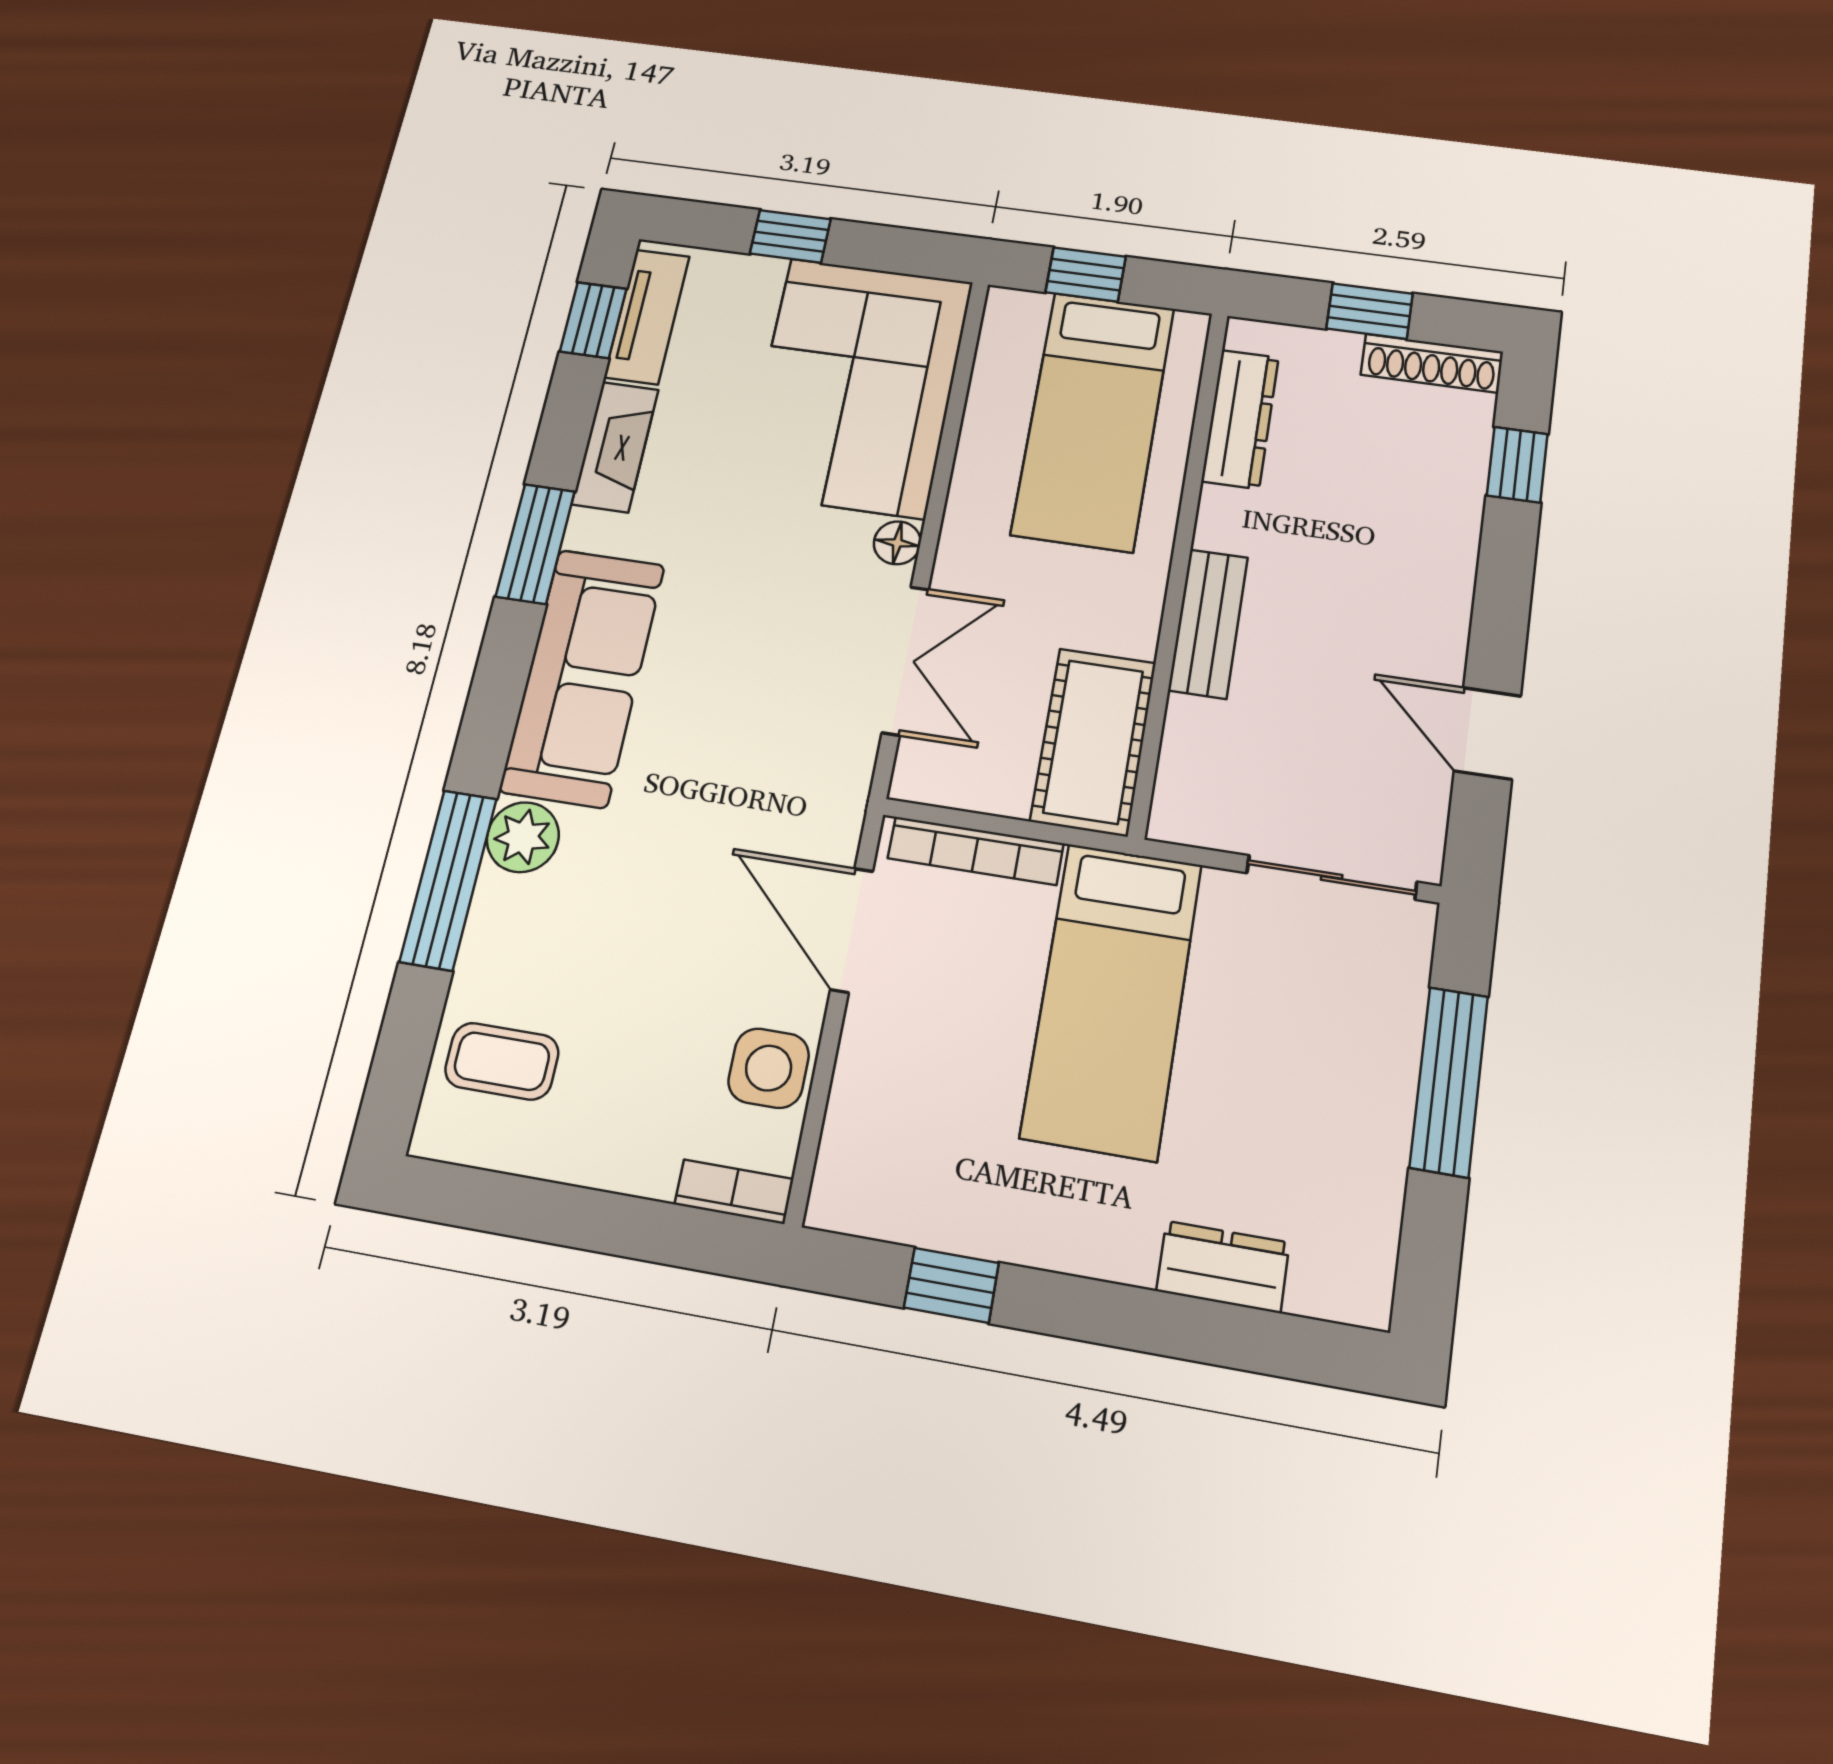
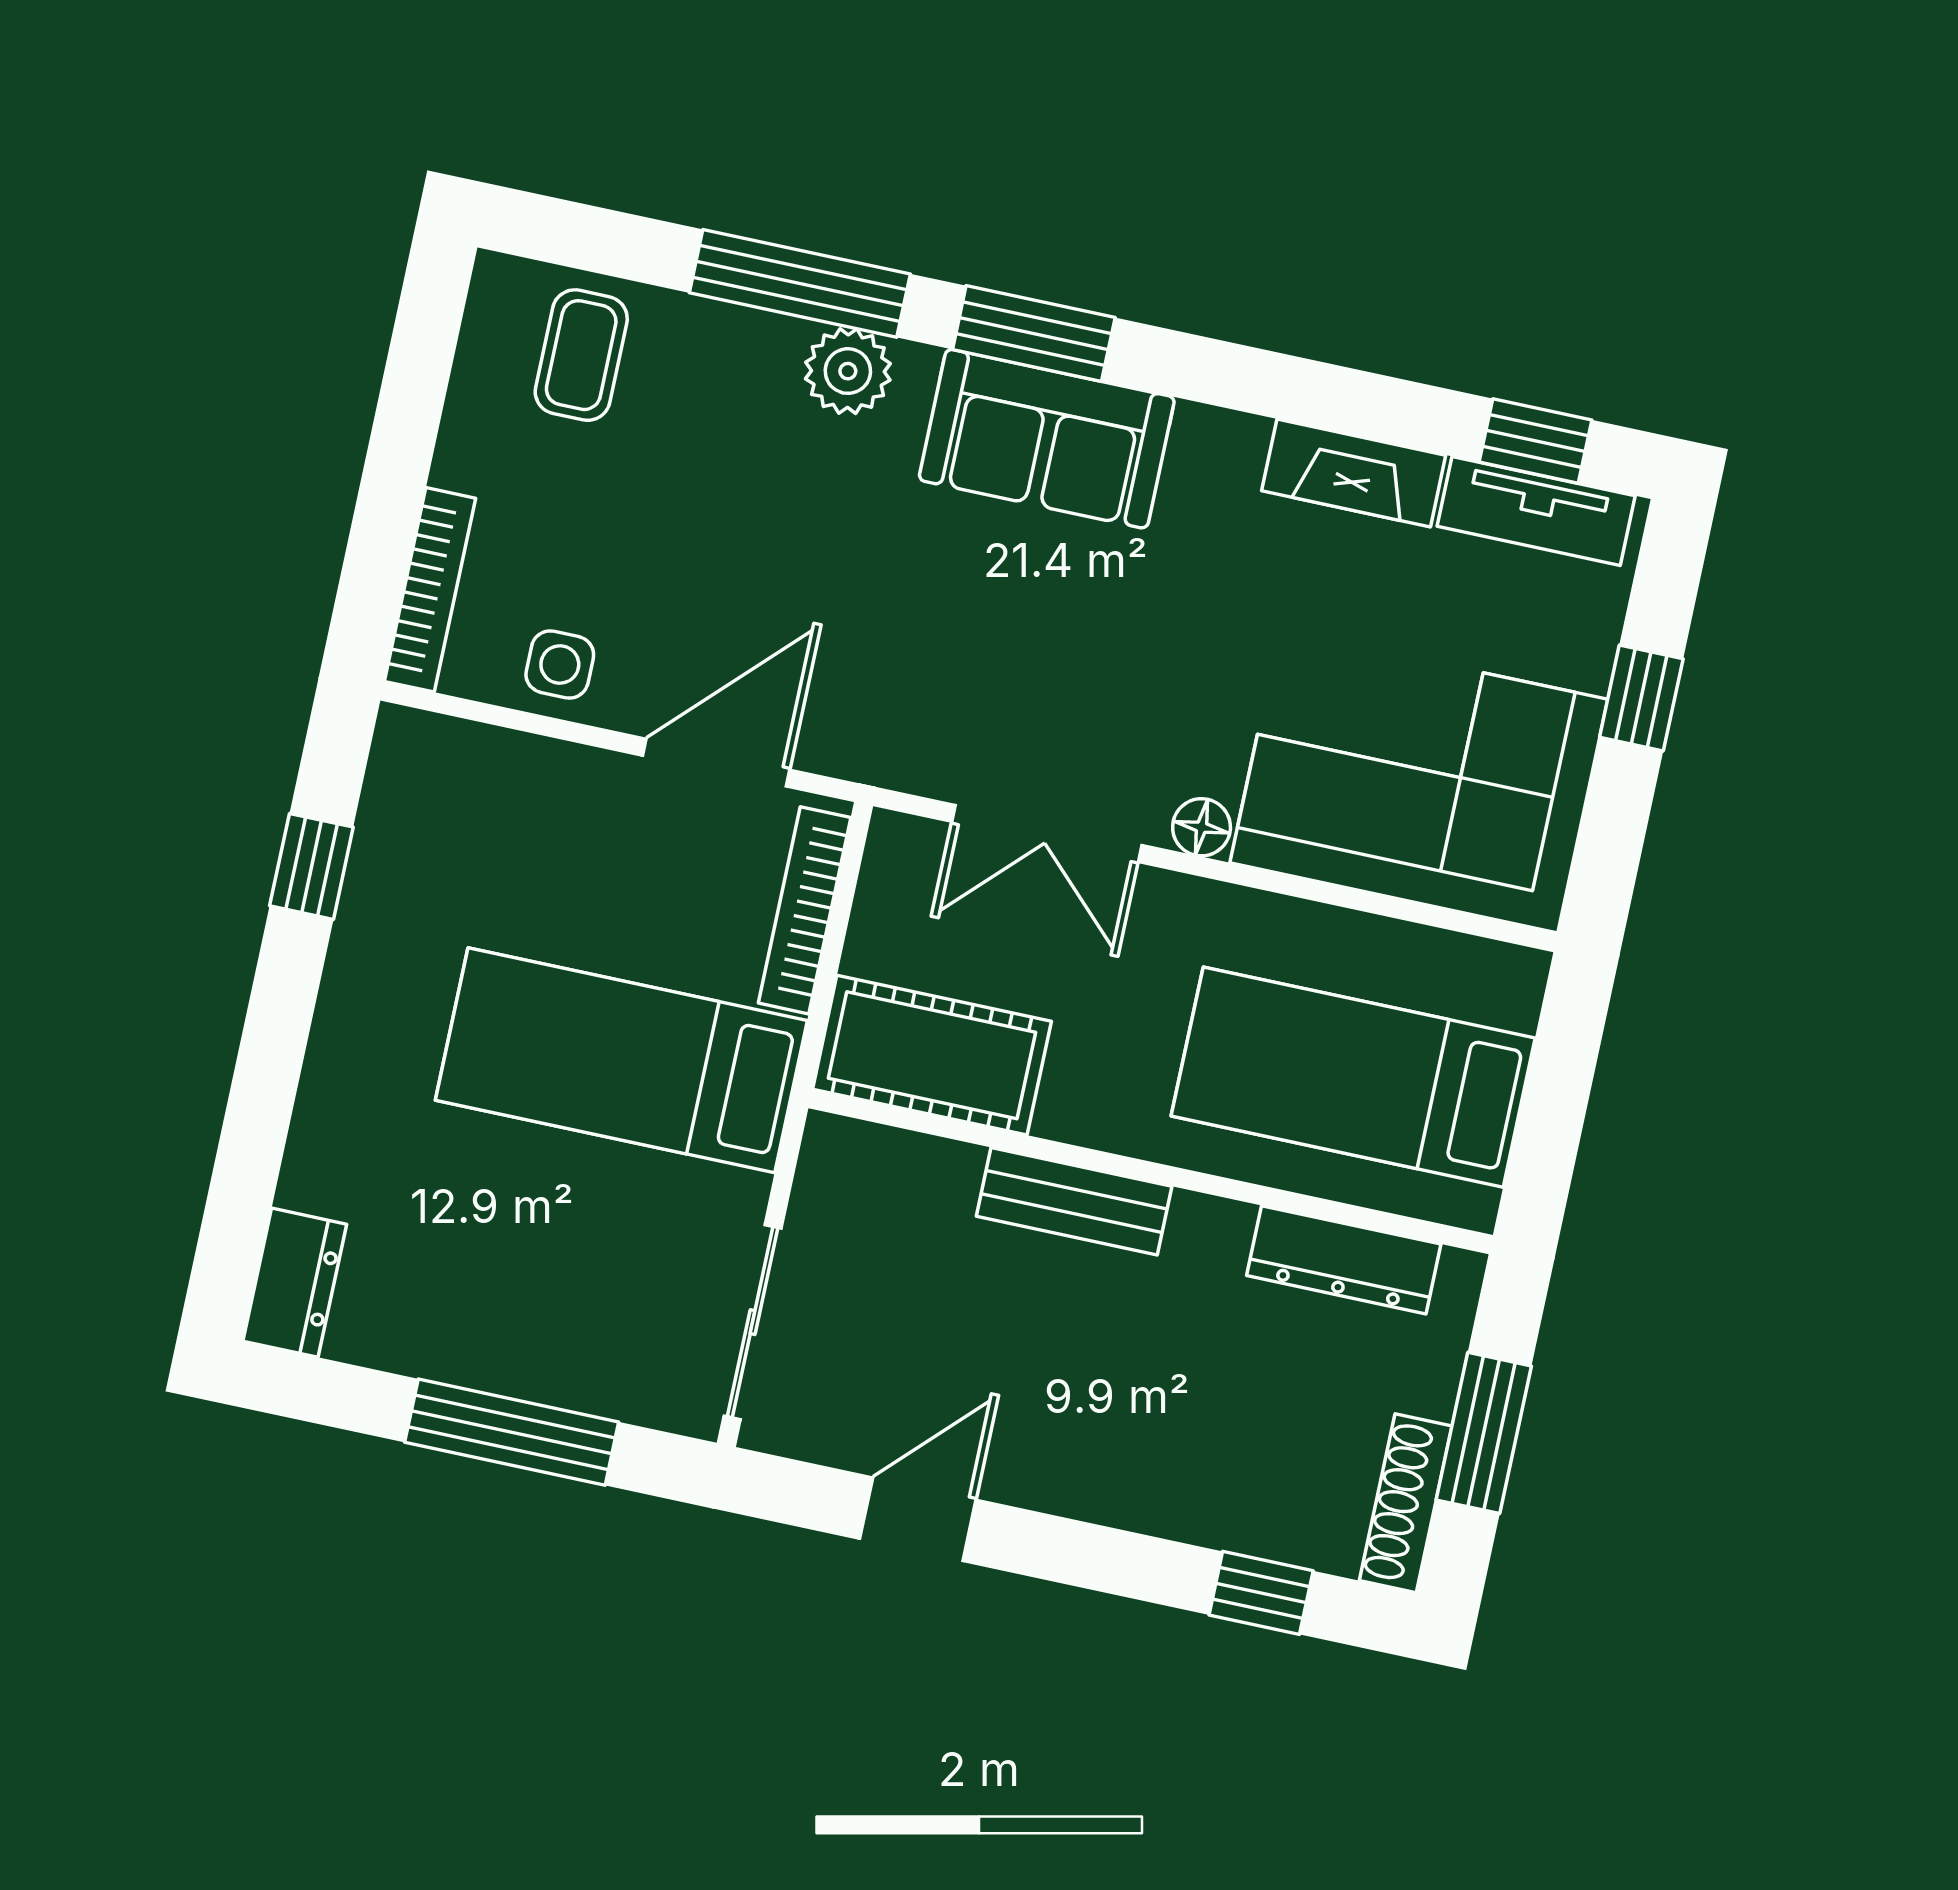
window: (1086, 274) -> (1560, 1078), removed
window: (1370, 311) -> (1484, 1433), width x1.50
window: (535, 544) -> (1034, 334), moved
sofa: (583, 677) -> (1047, 439), width x0.73
side table: (769, 1068) -> (560, 664), width x0.73, depth x0.73
bookcase: (734, 1192) -> (430, 590), width x1.56
dresser: (1223, 1267) -> (295, 1283), moved

